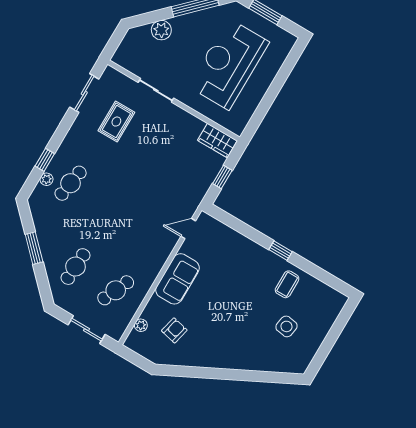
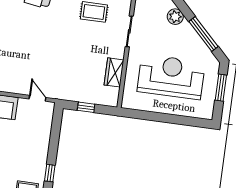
wardrobe: (217, 140) -> (114, 72), moved

